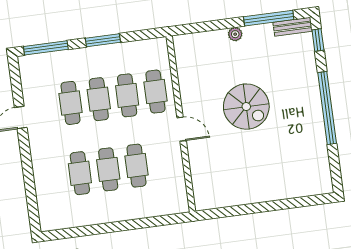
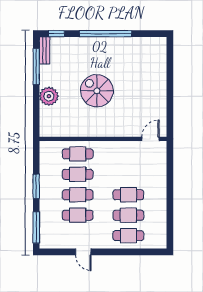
plant: (235, 34) -> (49, 96), width x1.87, depth x1.87
spiral stairs: (246, 107) -> (97, 91), turned -90
door: (182, 129) -> (151, 139), moved
cafe table: (136, 166) -> (128, 236), moved

